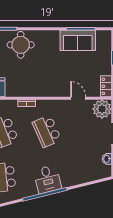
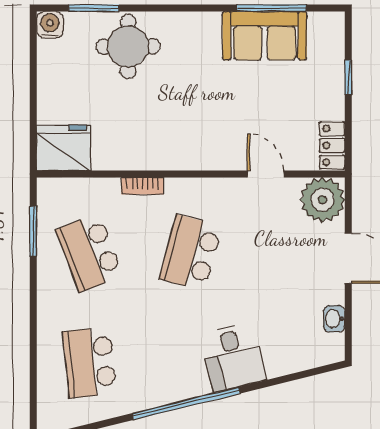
school desk: (47, 131) -> (191, 253), turned 39
desk: (48, 179) -> (233, 357), moved

